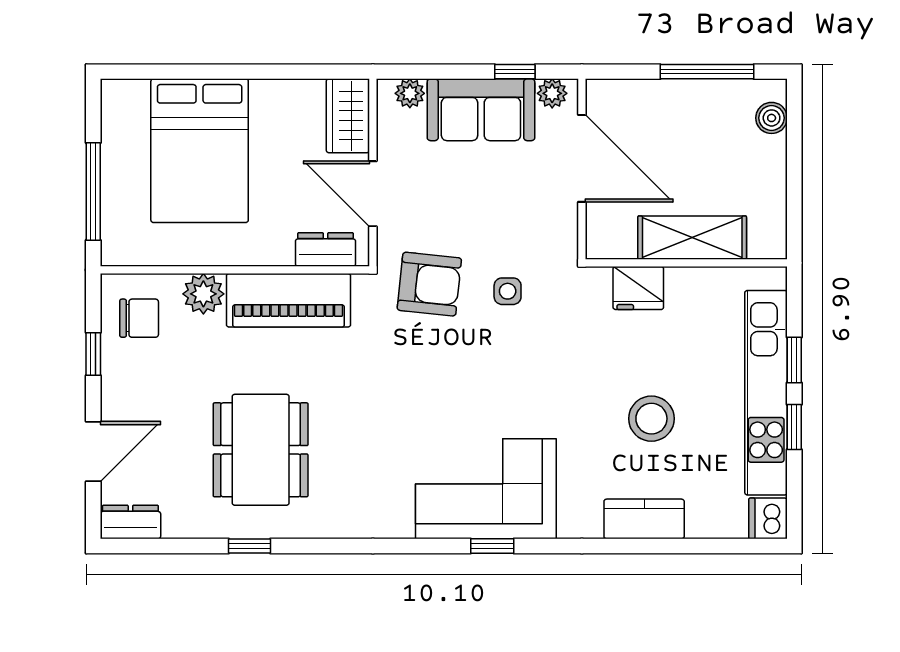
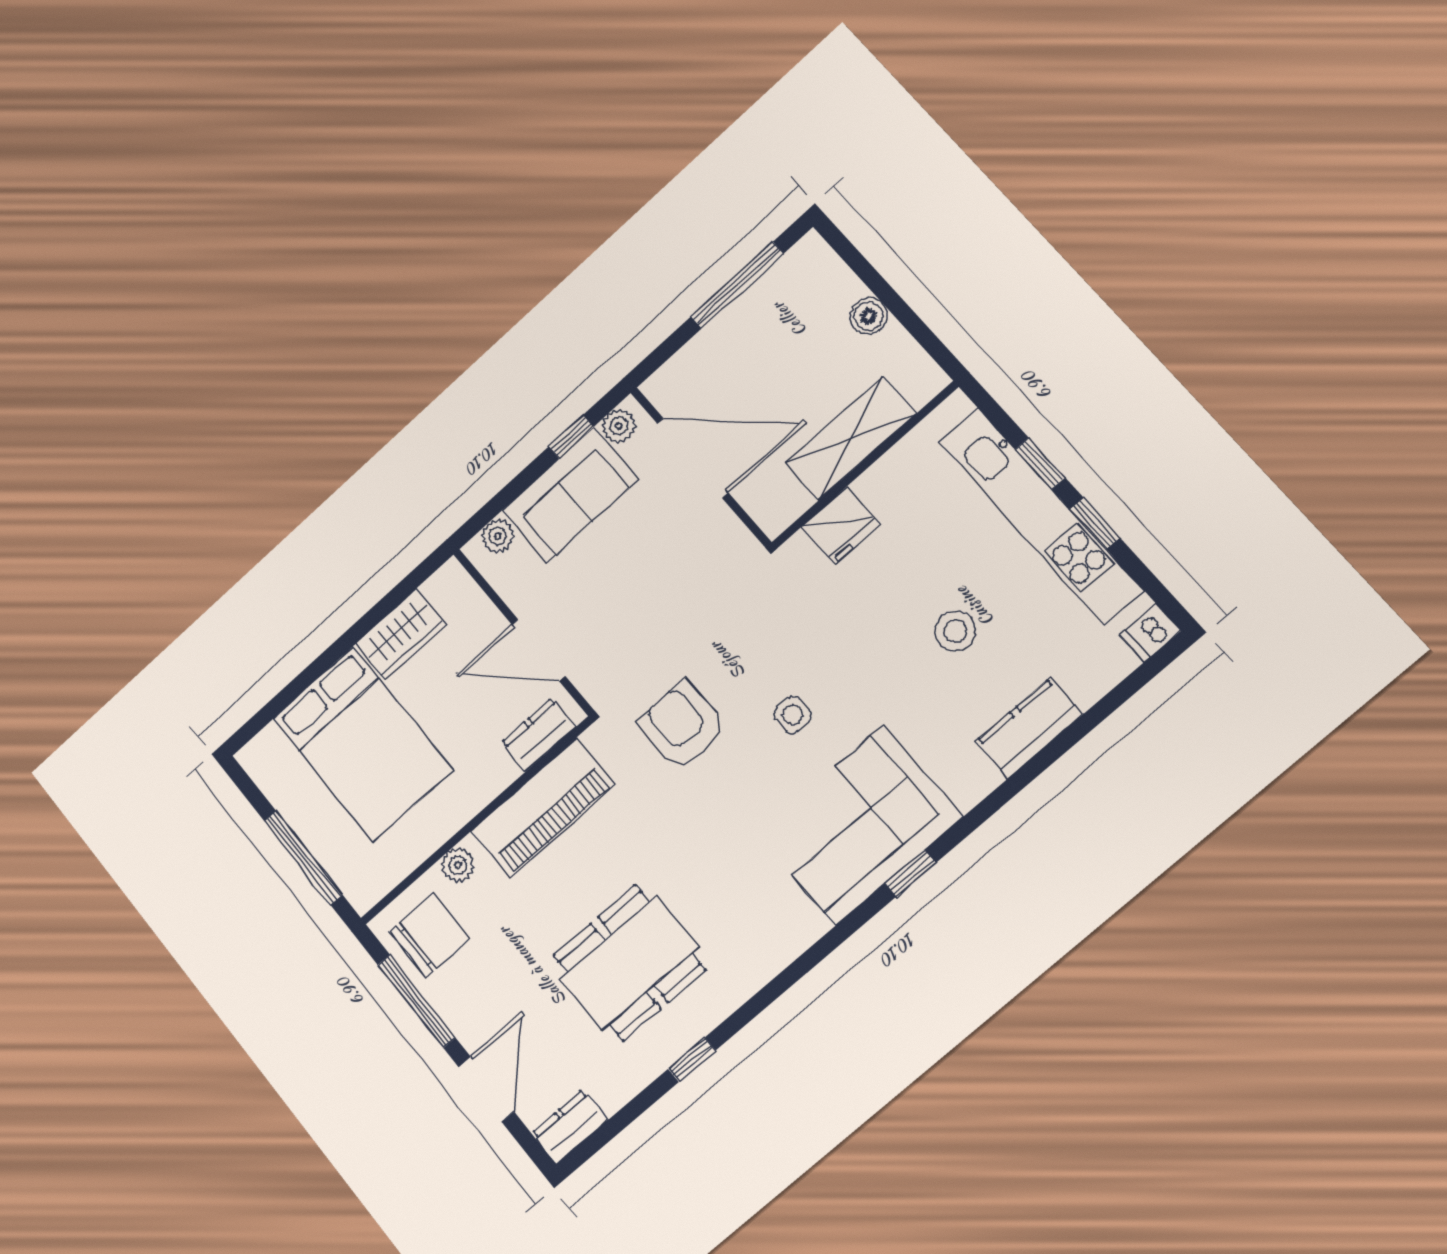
wardrobe: (348, 116) -> (401, 634), moved, turned -90
boiler: (772, 118) -> (869, 316), moved
armchair: (429, 284) -> (682, 726), moved, turned -96
side table: (508, 291) -> (793, 715), moved
plant: (203, 294) -> (458, 865), width x0.73, depth x0.73
chair: (139, 318) -> (430, 935), width x1.37, depth x1.37
window: (93, 354) -> (417, 1001), width x2.17
stool: (651, 419) -> (955, 631), width x0.73, depth x0.73
dining table: (261, 450) -> (629, 963), turned 90
dishwasher: (768, 518) -> (1150, 633), width x0.73

